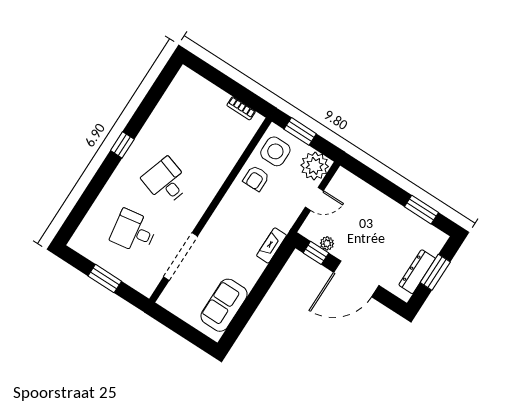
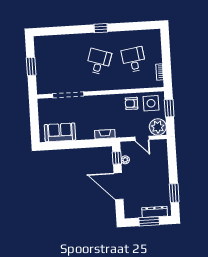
desk: (134, 231) -> (134, 60), moved
dresser: (417, 272) -> (155, 212), moved

